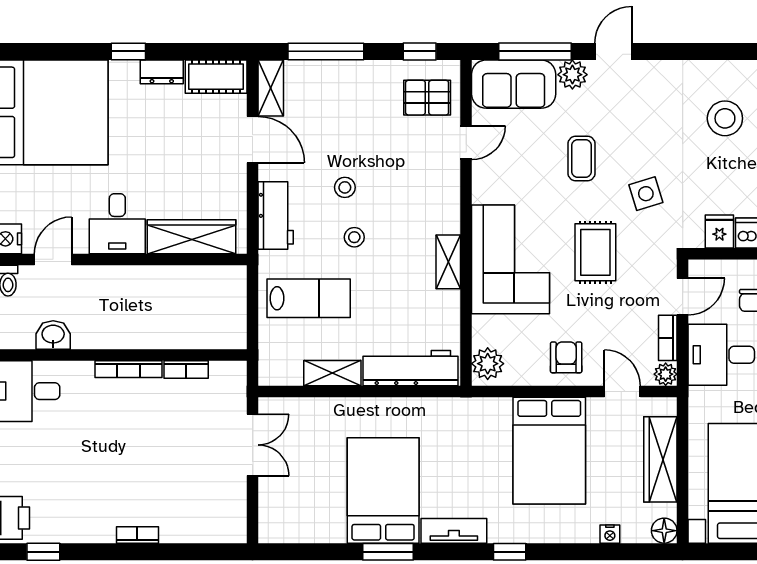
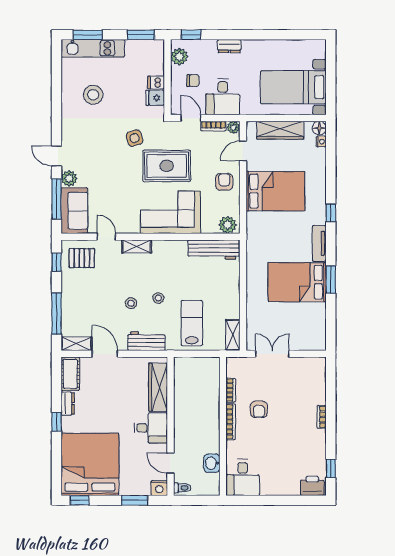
pallet: (427, 98) -> (82, 258), turned 90
door: (252, 140) -> (105, 354), hinge flipped
coffee table: (581, 159) -> (115, 173), removed
rug: (595, 252) -> (167, 166), width x1.36, depth x1.43
shelving: (448, 262) -> (137, 246), moved
armchair: (566, 357) -> (224, 182), turned 90
workbench: (411, 368) -> (214, 250), moved, turned -90
shelving: (332, 373) -> (233, 335), moved
armchair: (151, 421) -> (259, 409), added
nightstand: (610, 534) -> (321, 142), moved

